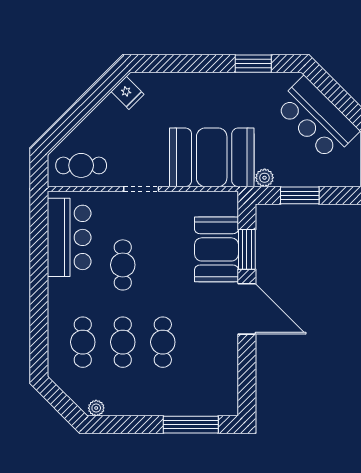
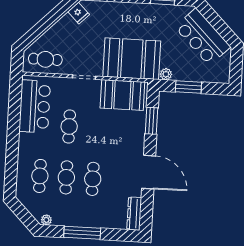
booth: (216, 249) -> (122, 95), moved, turned 90
door: (247, 309) -> (149, 172), moved
dresser: (229, 391) -> (134, 214), added
window: (191, 425) -> (82, 233), moved

